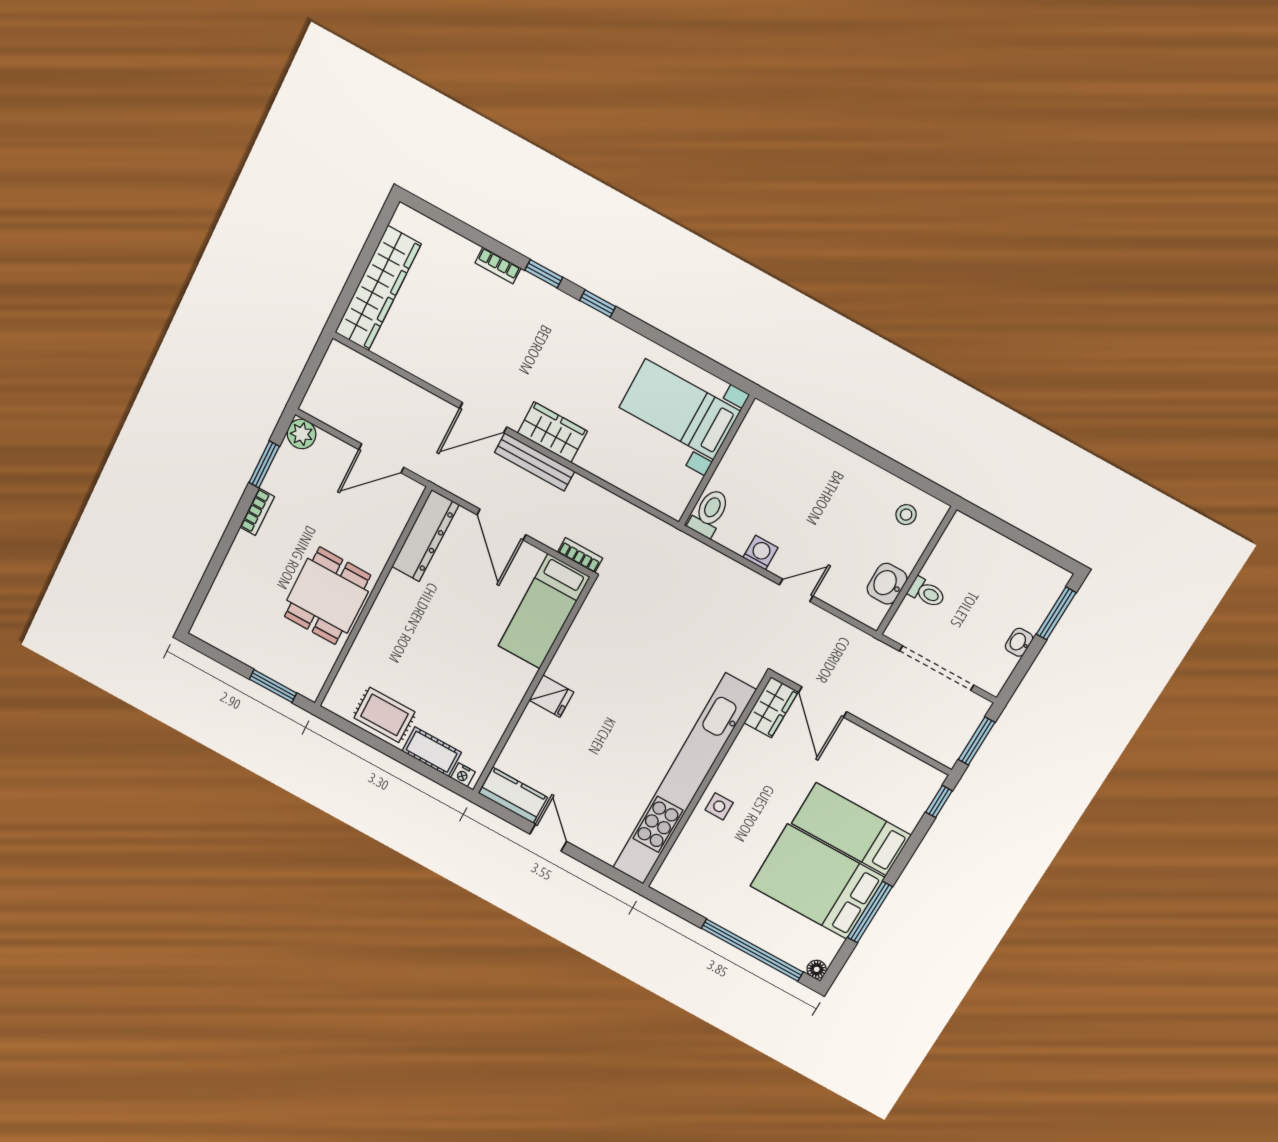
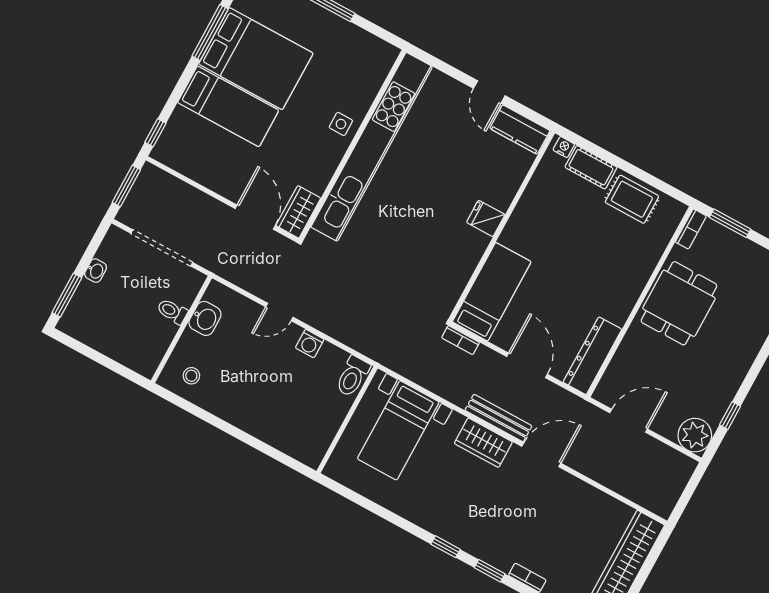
bed with nightstands: (680, 409) -> (398, 430), moved, turned 90
plant: (301, 434) -> (695, 435), width x1.36, depth x1.36
window: (264, 464) -> (730, 416), width x0.67
bookcase: (257, 512) -> (691, 229), moved, turned 180

